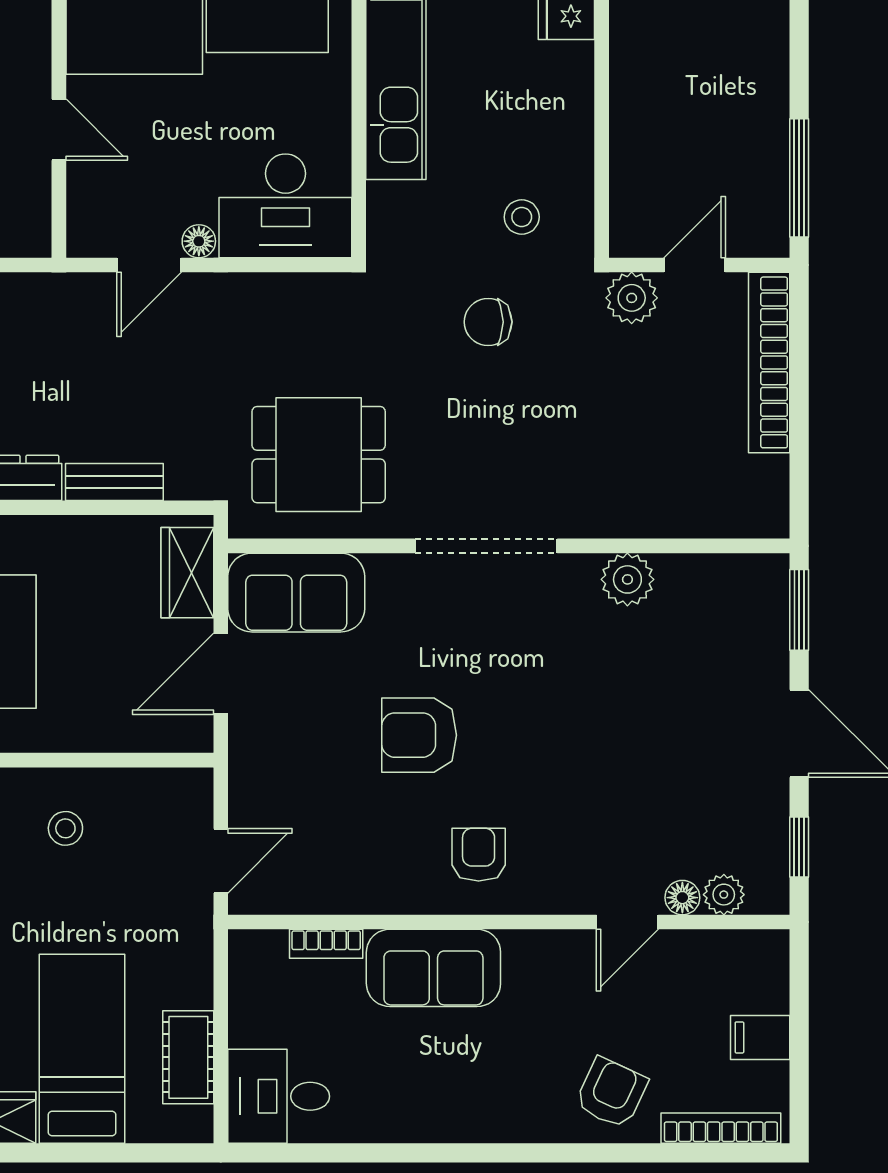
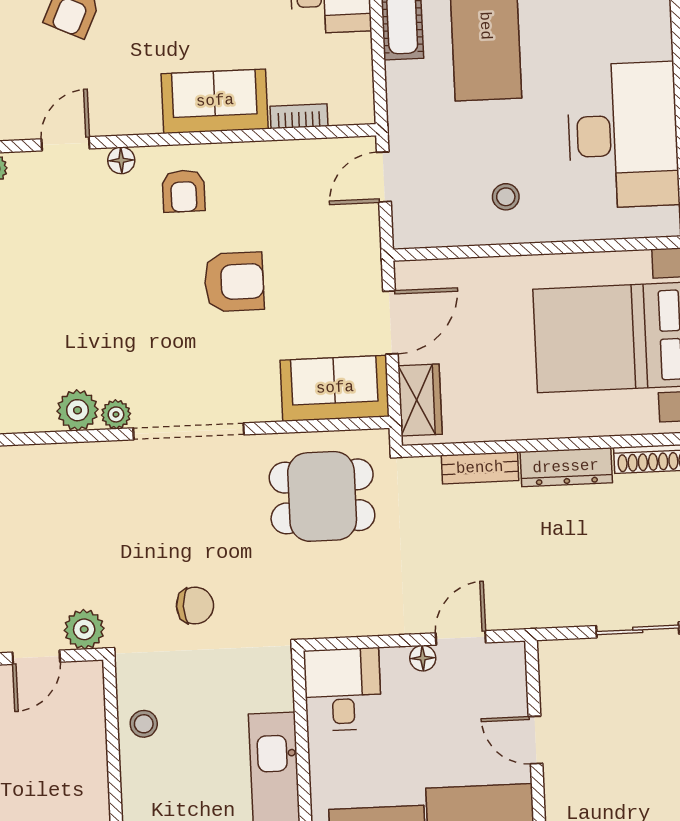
desk: (285, 206) -> (343, 689), width x0.73
stool: (522, 217) -> (144, 724), moved
plant: (578, 572) -> (116, 414), added
floor lamp: (682, 898) -> (121, 160), moved

